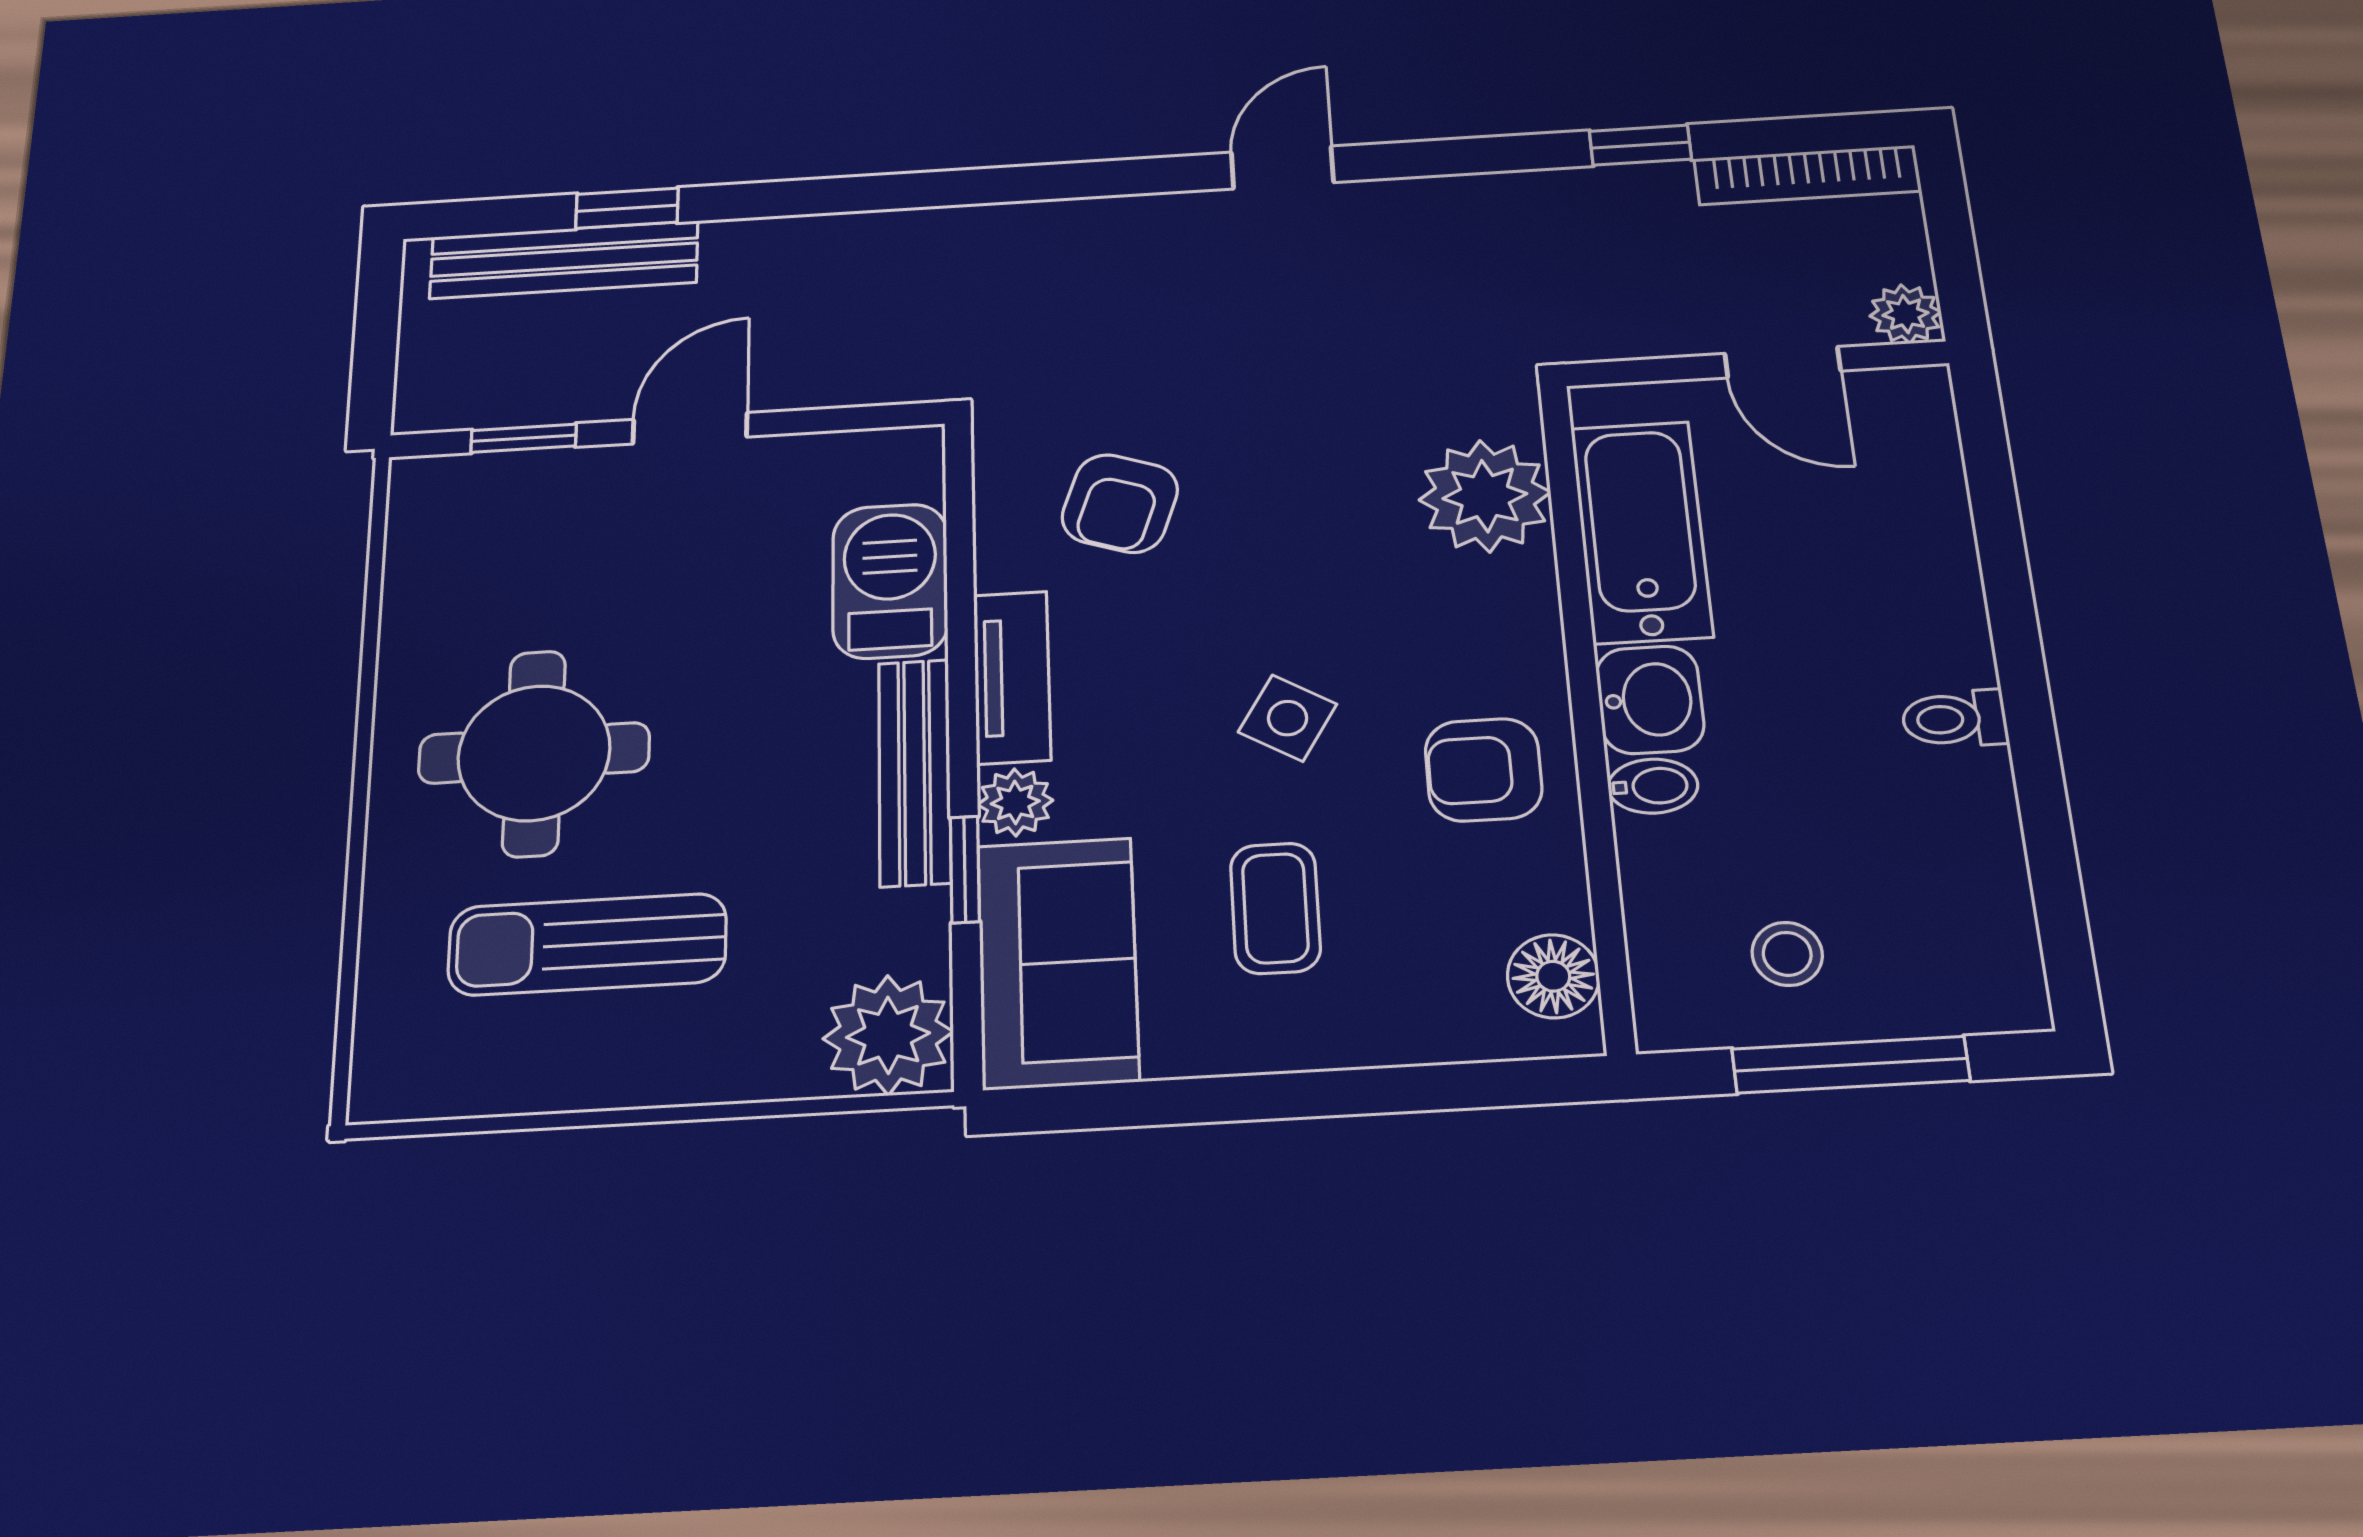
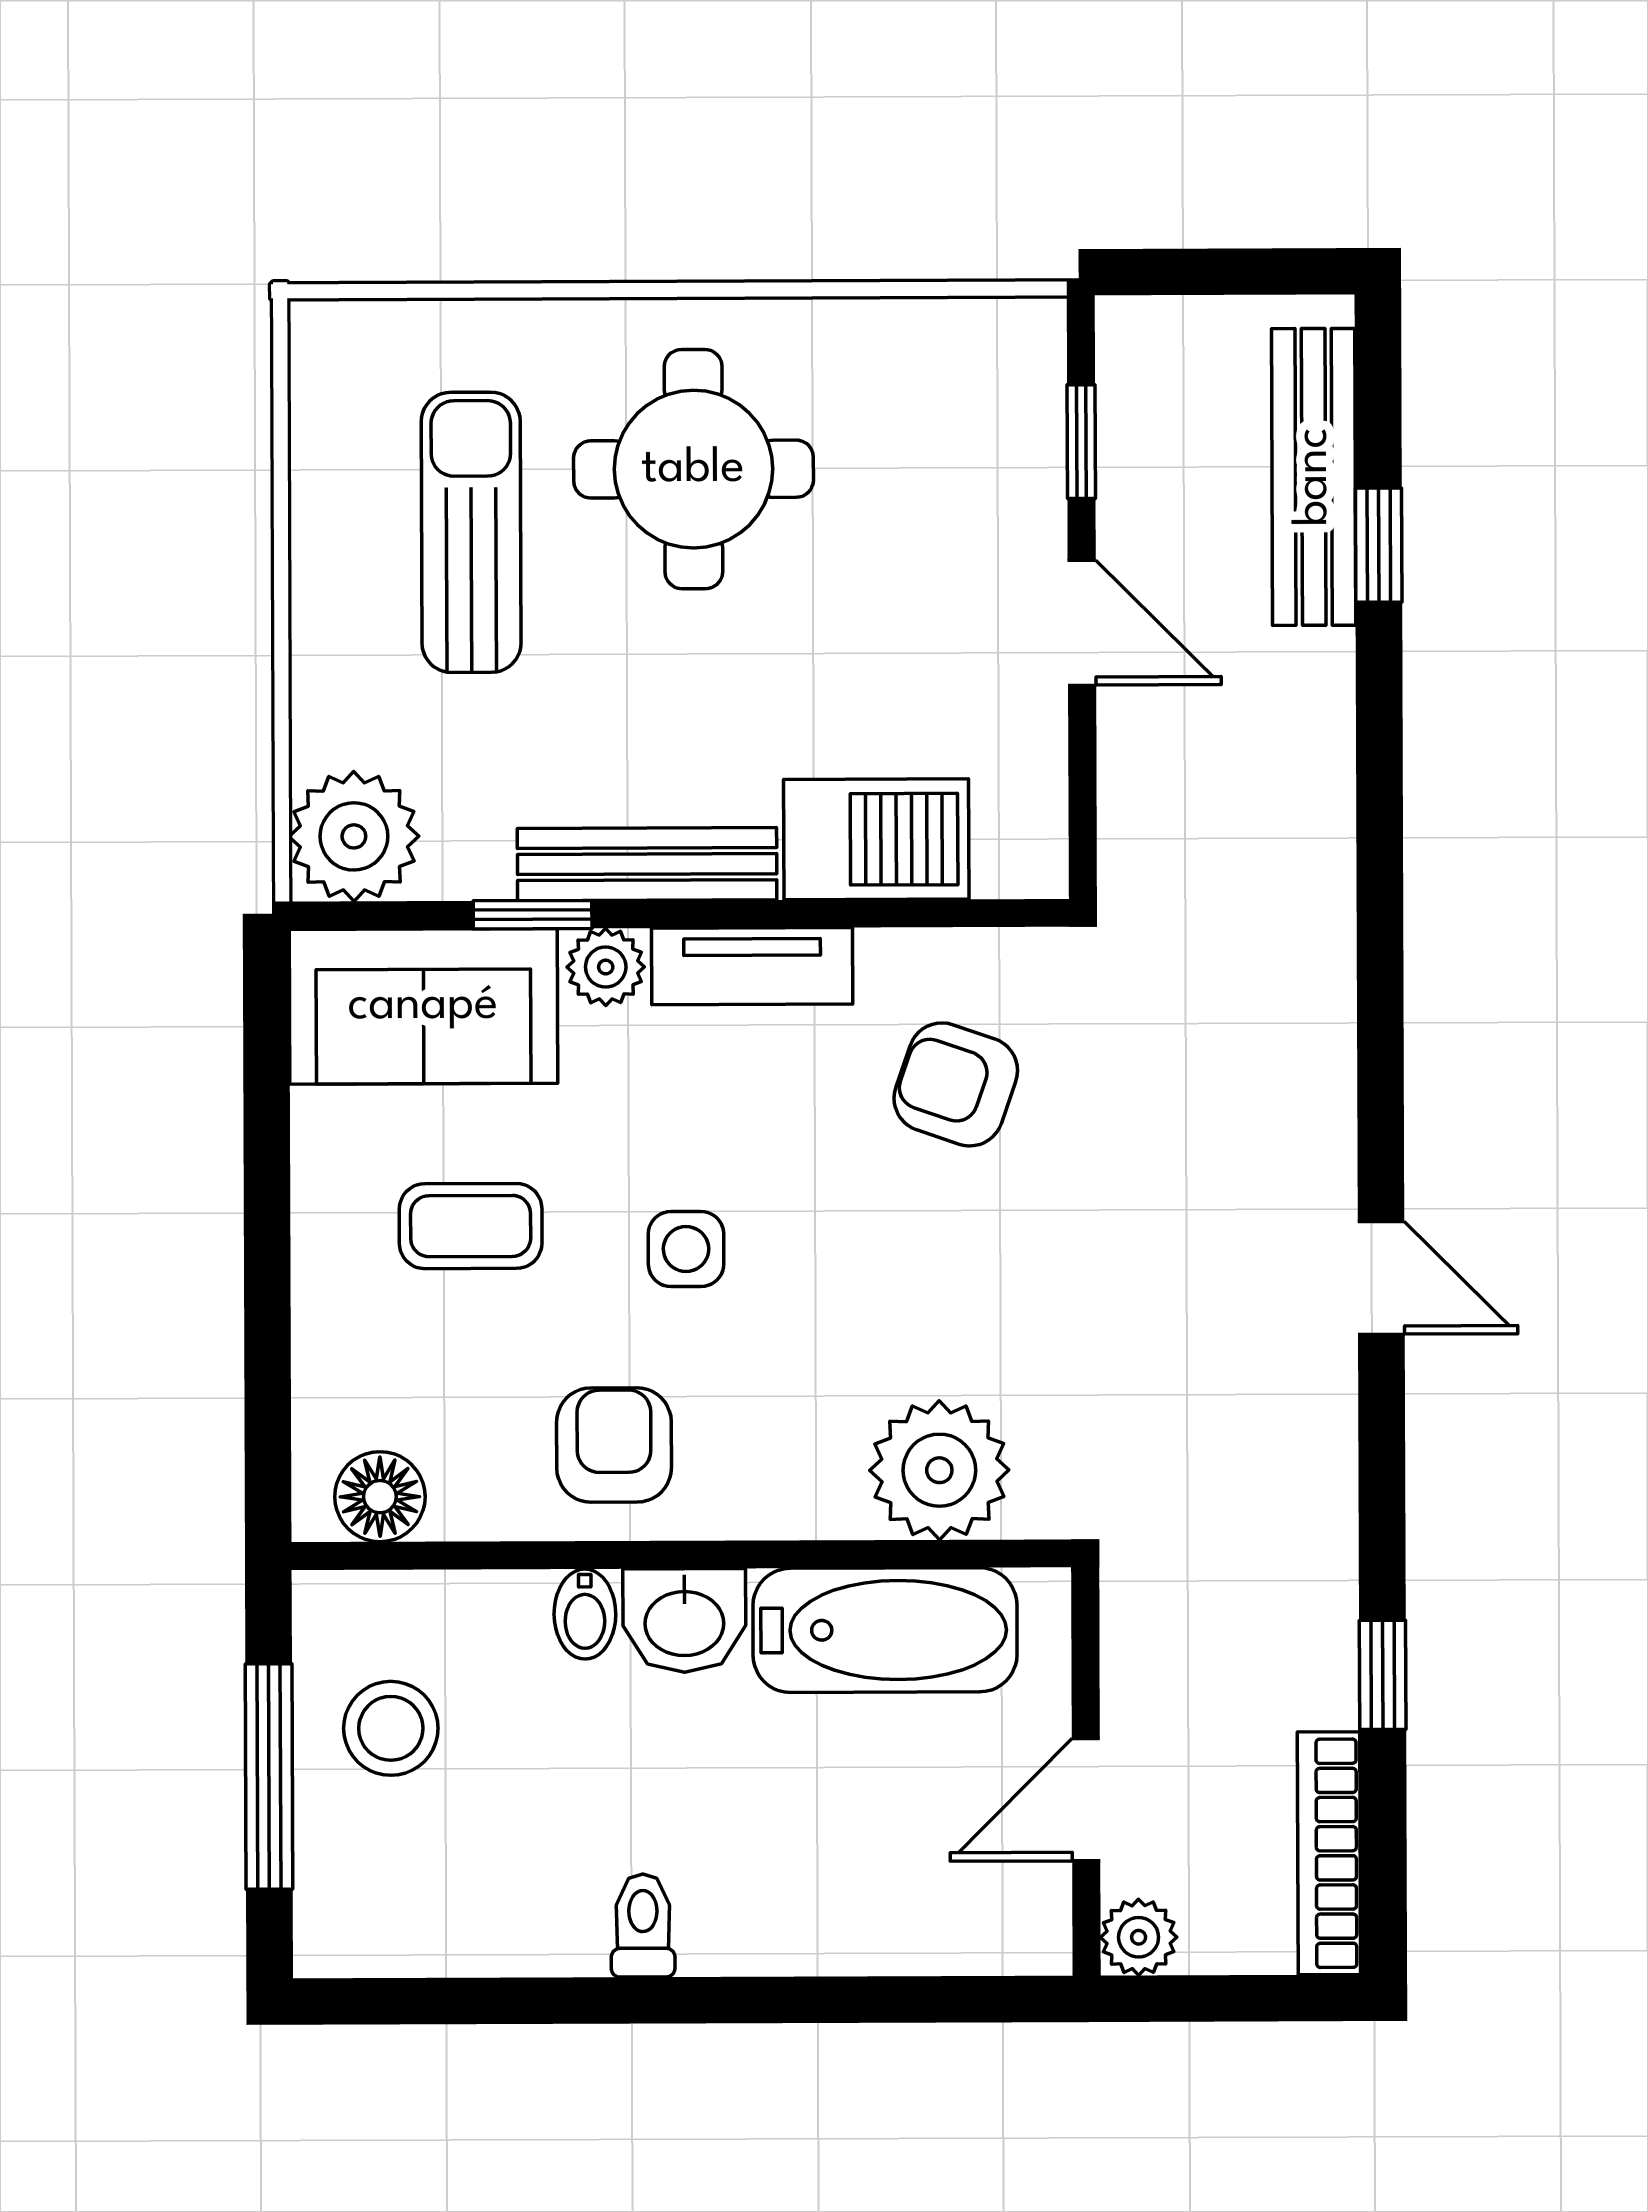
side table: (1288, 718) -> (686, 1249), turned -31
stool: (1787, 954) -> (391, 1728), width x1.37, depth x1.37

